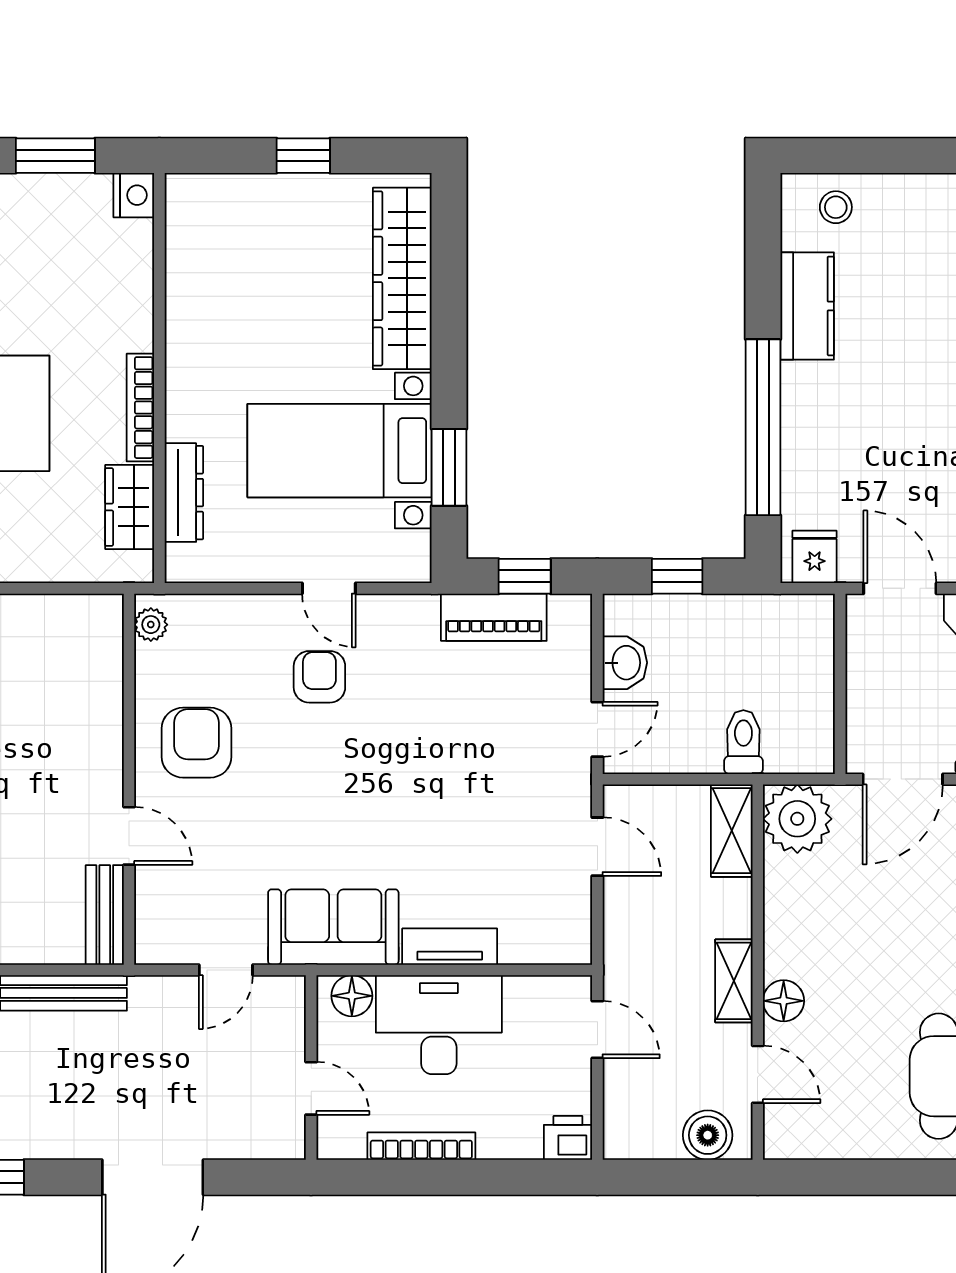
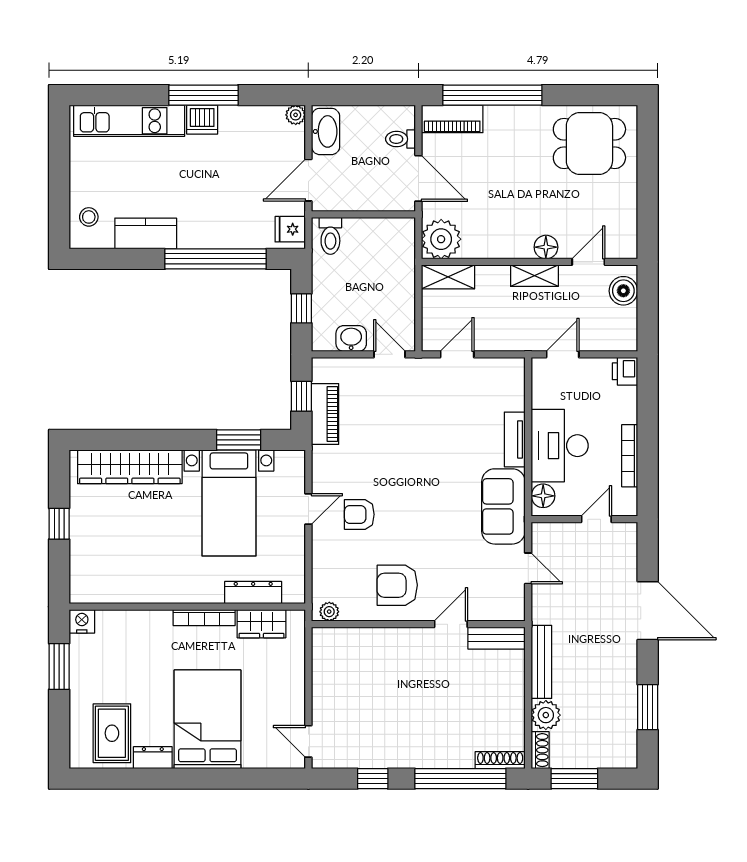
toilet: (743, 742) -> (330, 236), moved, turned -90

